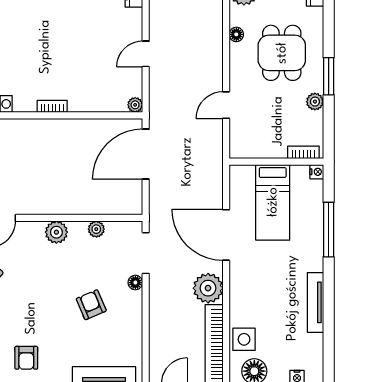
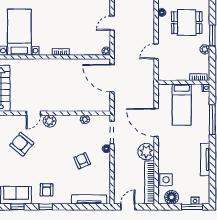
dining table: (282, 53) -> (187, 23), turned 90
door: (146, 154) -> (112, 78), hinge flipped
plant: (56, 232) -> (50, 121), moved

